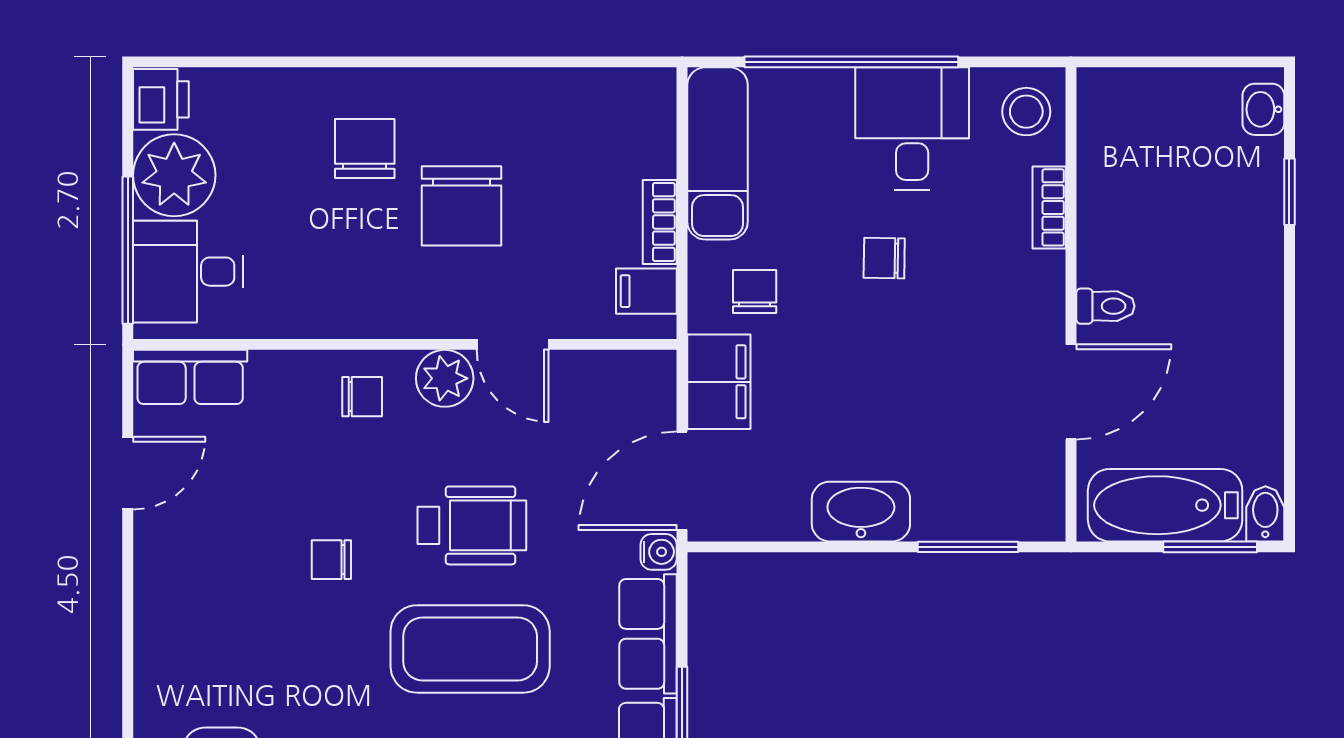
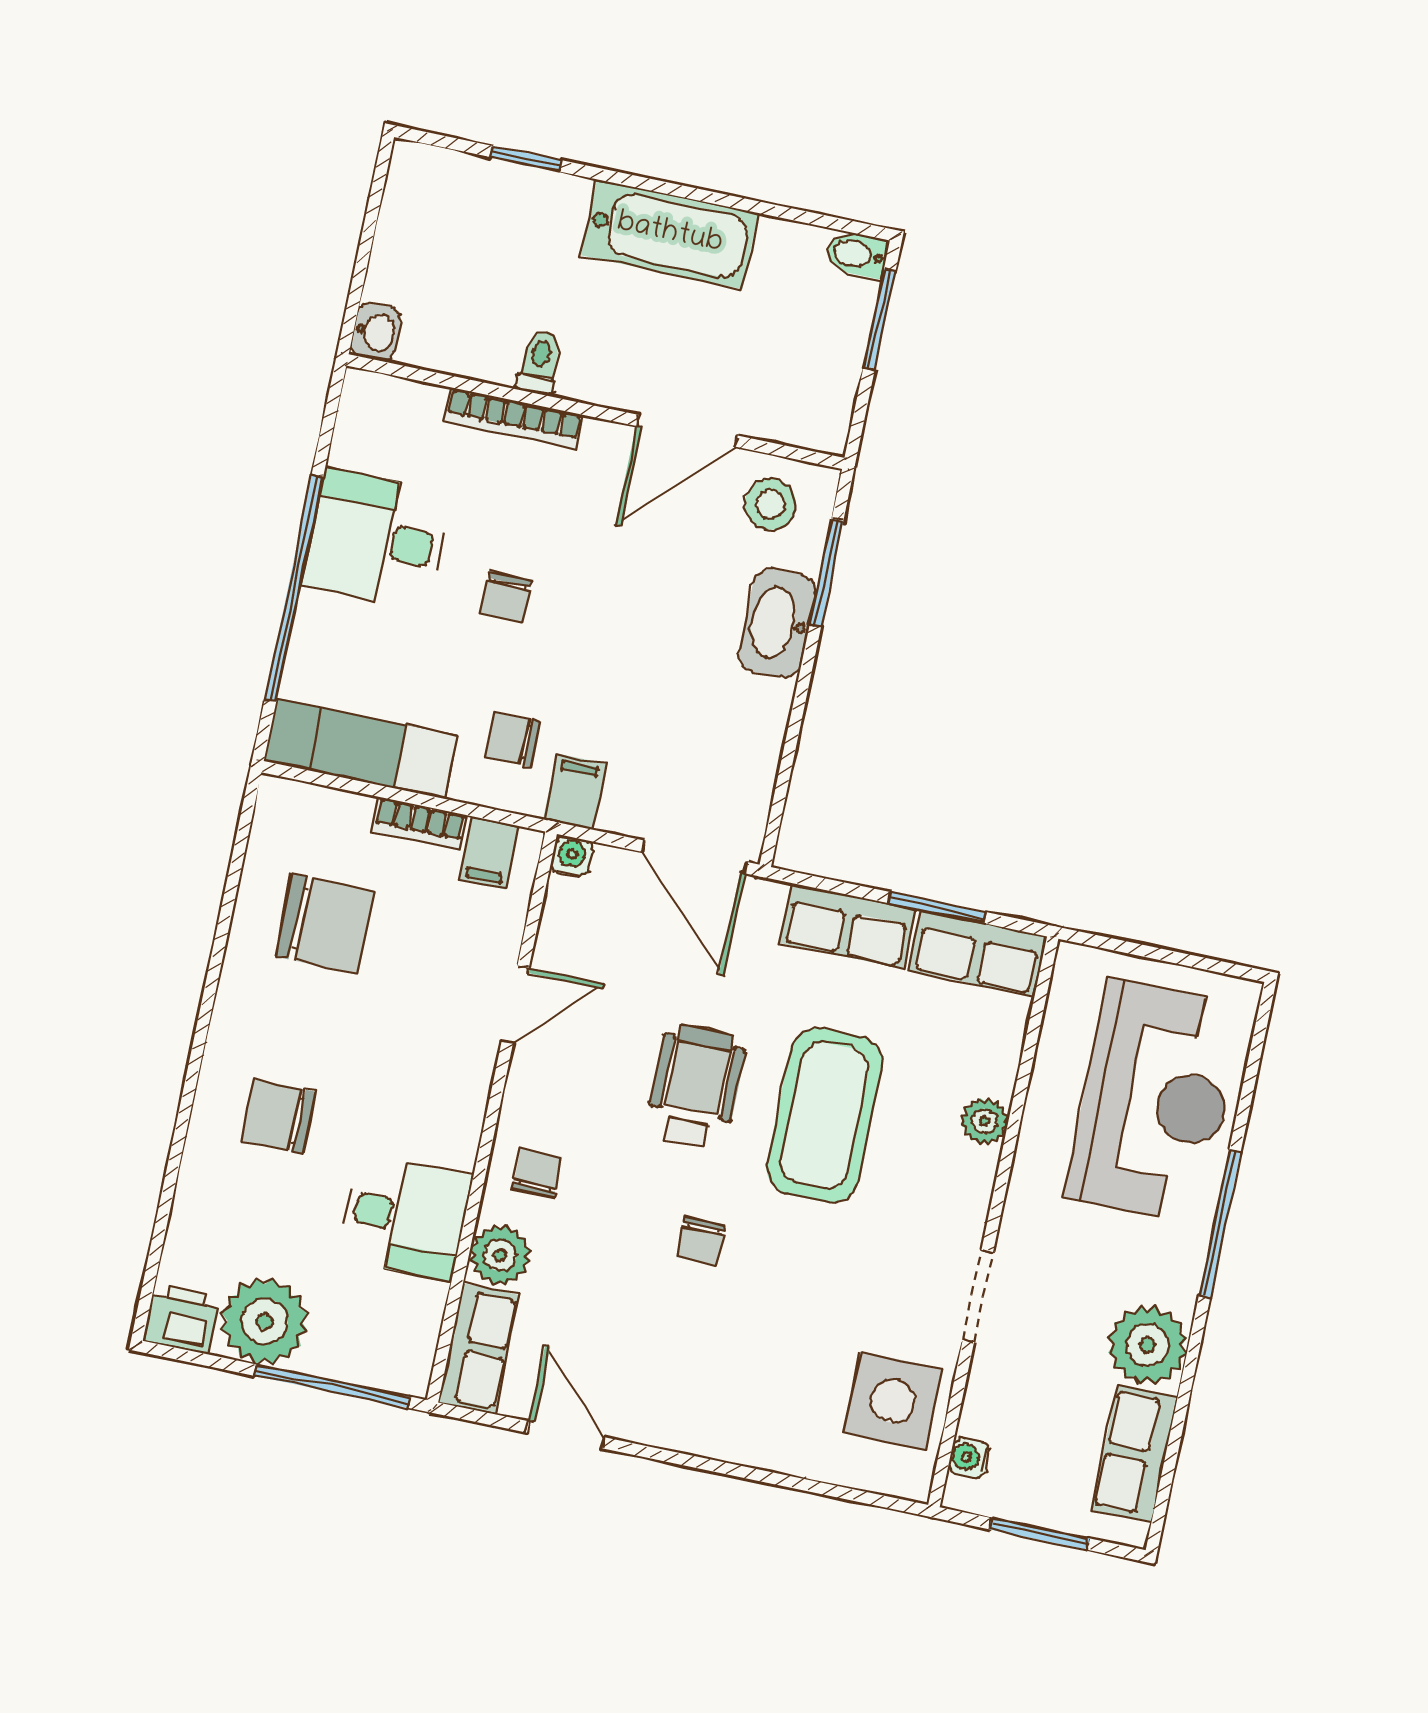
washbasin: (1263, 109) -> (376, 332), moved, turned -90
stool: (1026, 112) -> (770, 504), moved
chair: (461, 206) -> (325, 924), moved
bookcase: (1049, 207) -> (514, 418), width x1.56
desk: (188, 272) -> (405, 1217), moved, turned -90
toilet: (1105, 306) -> (540, 362), moved
plant: (445, 378) -> (500, 1255), moved
filing cabinet: (719, 382) -> (575, 792), width x0.50
door: (1071, 392) -> (687, 431), swing flipped
bathtub: (1165, 505) -> (670, 234), moved, turned -90
washbasin: (861, 512) -> (777, 623), moved
water cooler: (659, 552) -> (572, 857), moved

